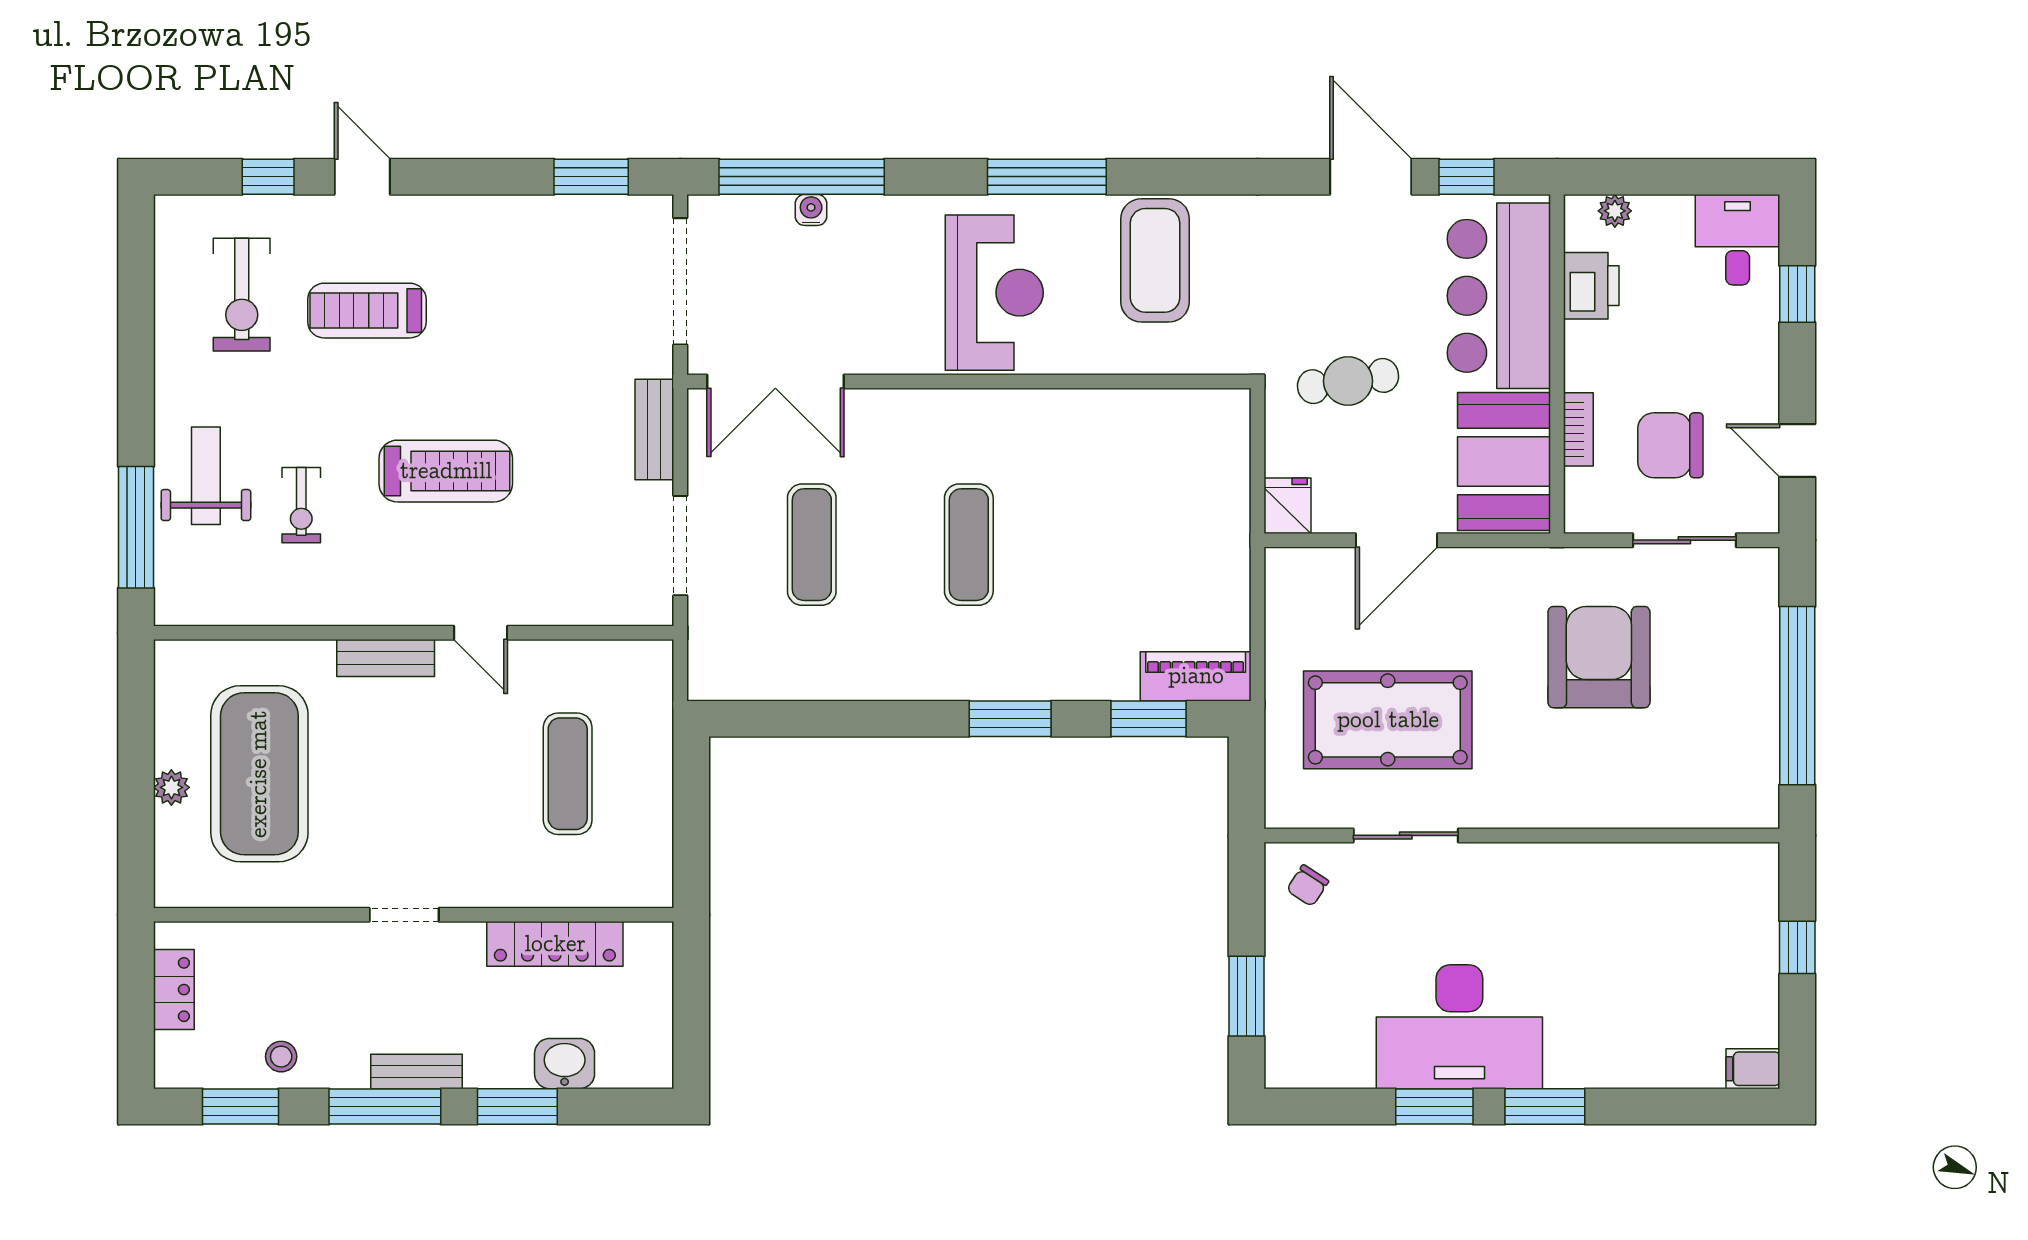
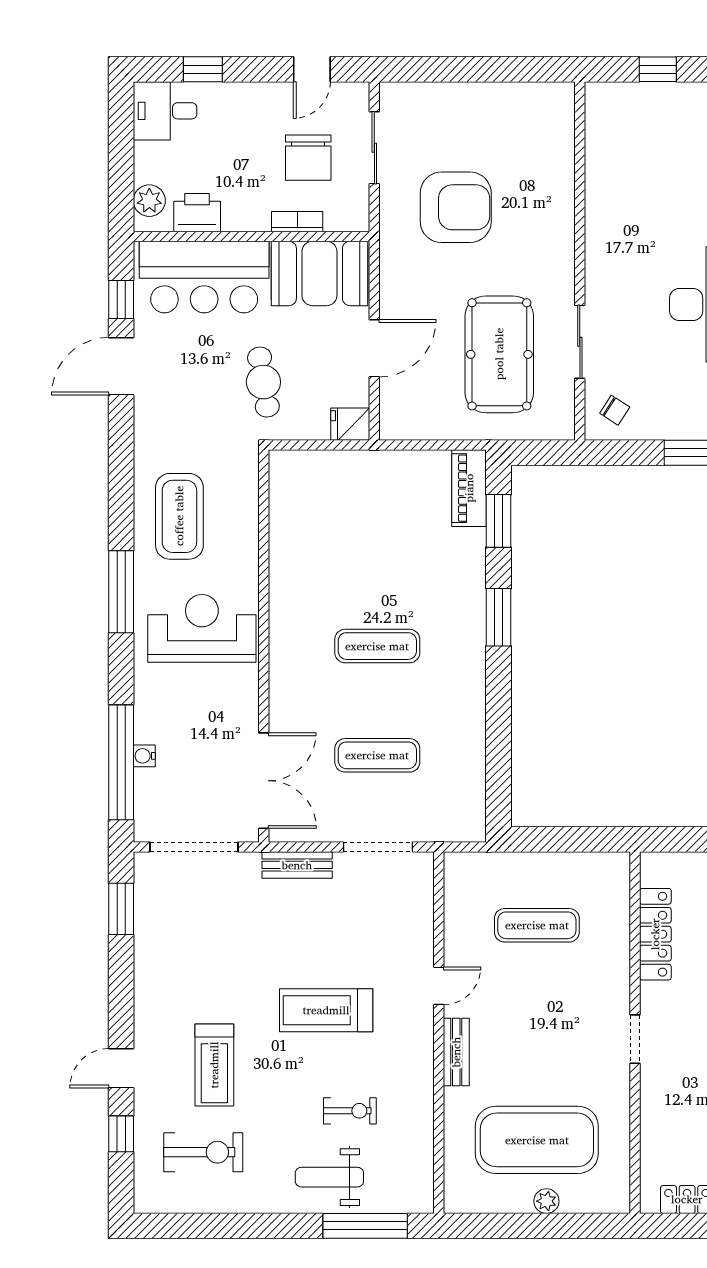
plant: (1615, 211) -> (149, 201), width x1.38, depth x1.38
coffee table: (1155, 260) -> (179, 516), turned 90
treadmill: (446, 471) -> (326, 1010), turned -90
door: (1397, 540) -> (374, 348), hinge flipped
armchair: (1599, 657) -> (456, 207), turned 180
window: (1797, 696) -> (482, 69), removed

